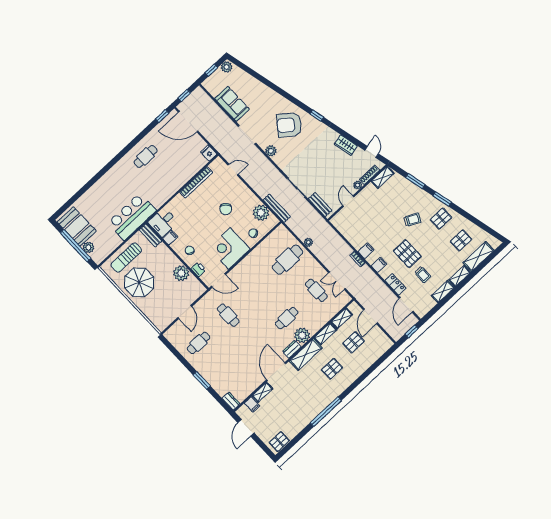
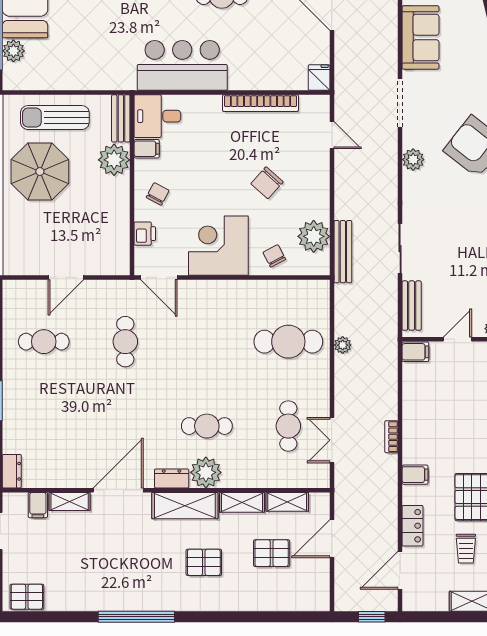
bar counter: (132, 217) -> (182, 65), moved
filing cabinet: (366, 251) -> (415, 352), moved
plant: (181, 273) -> (114, 160), moved

